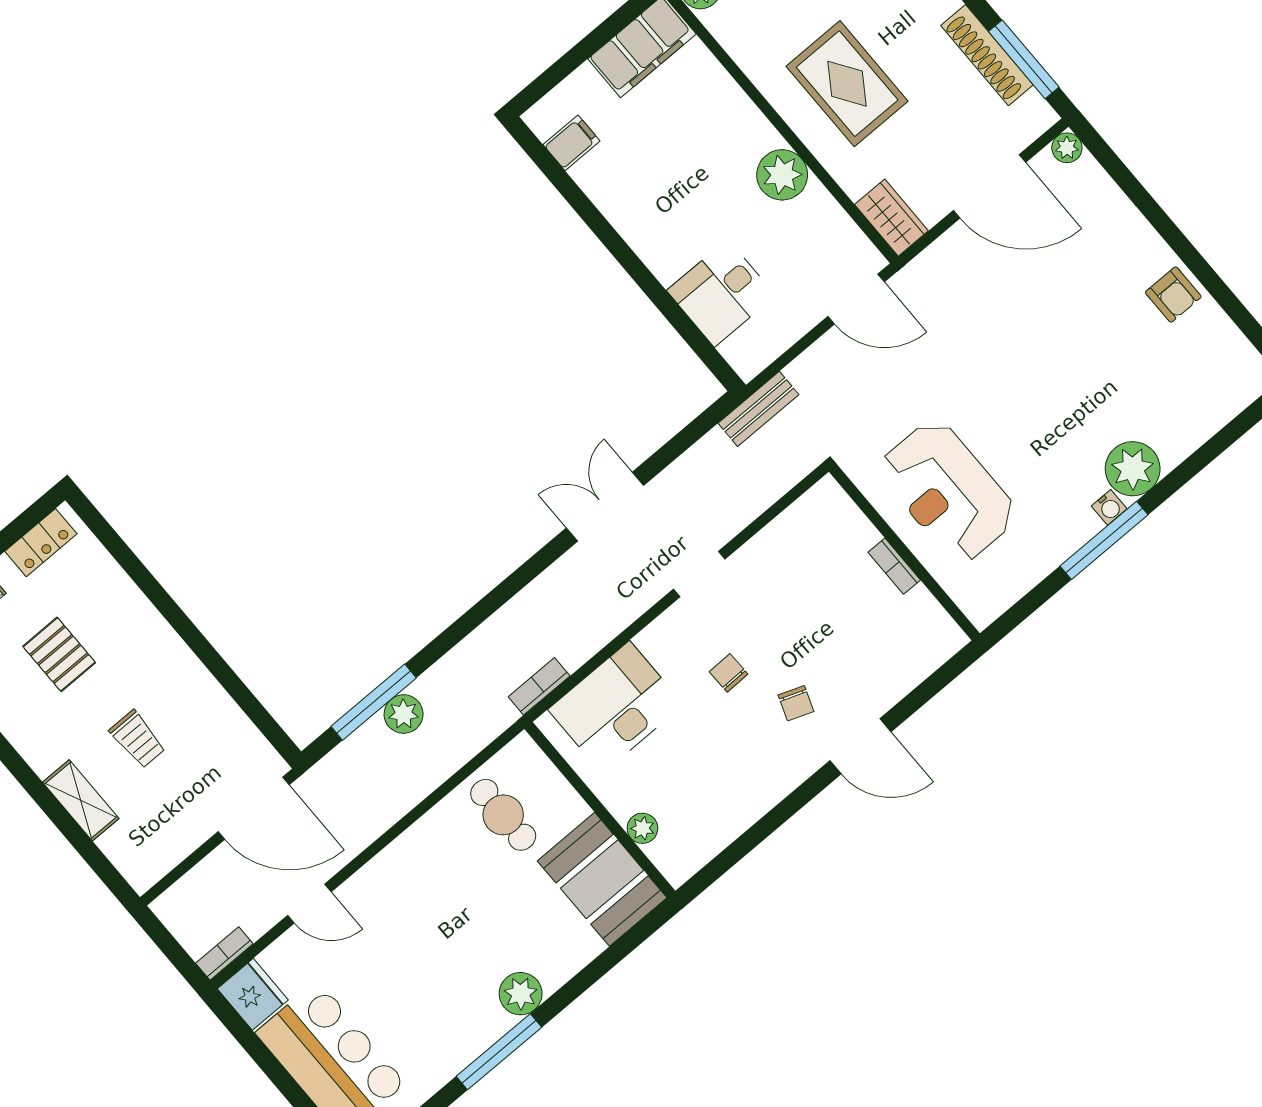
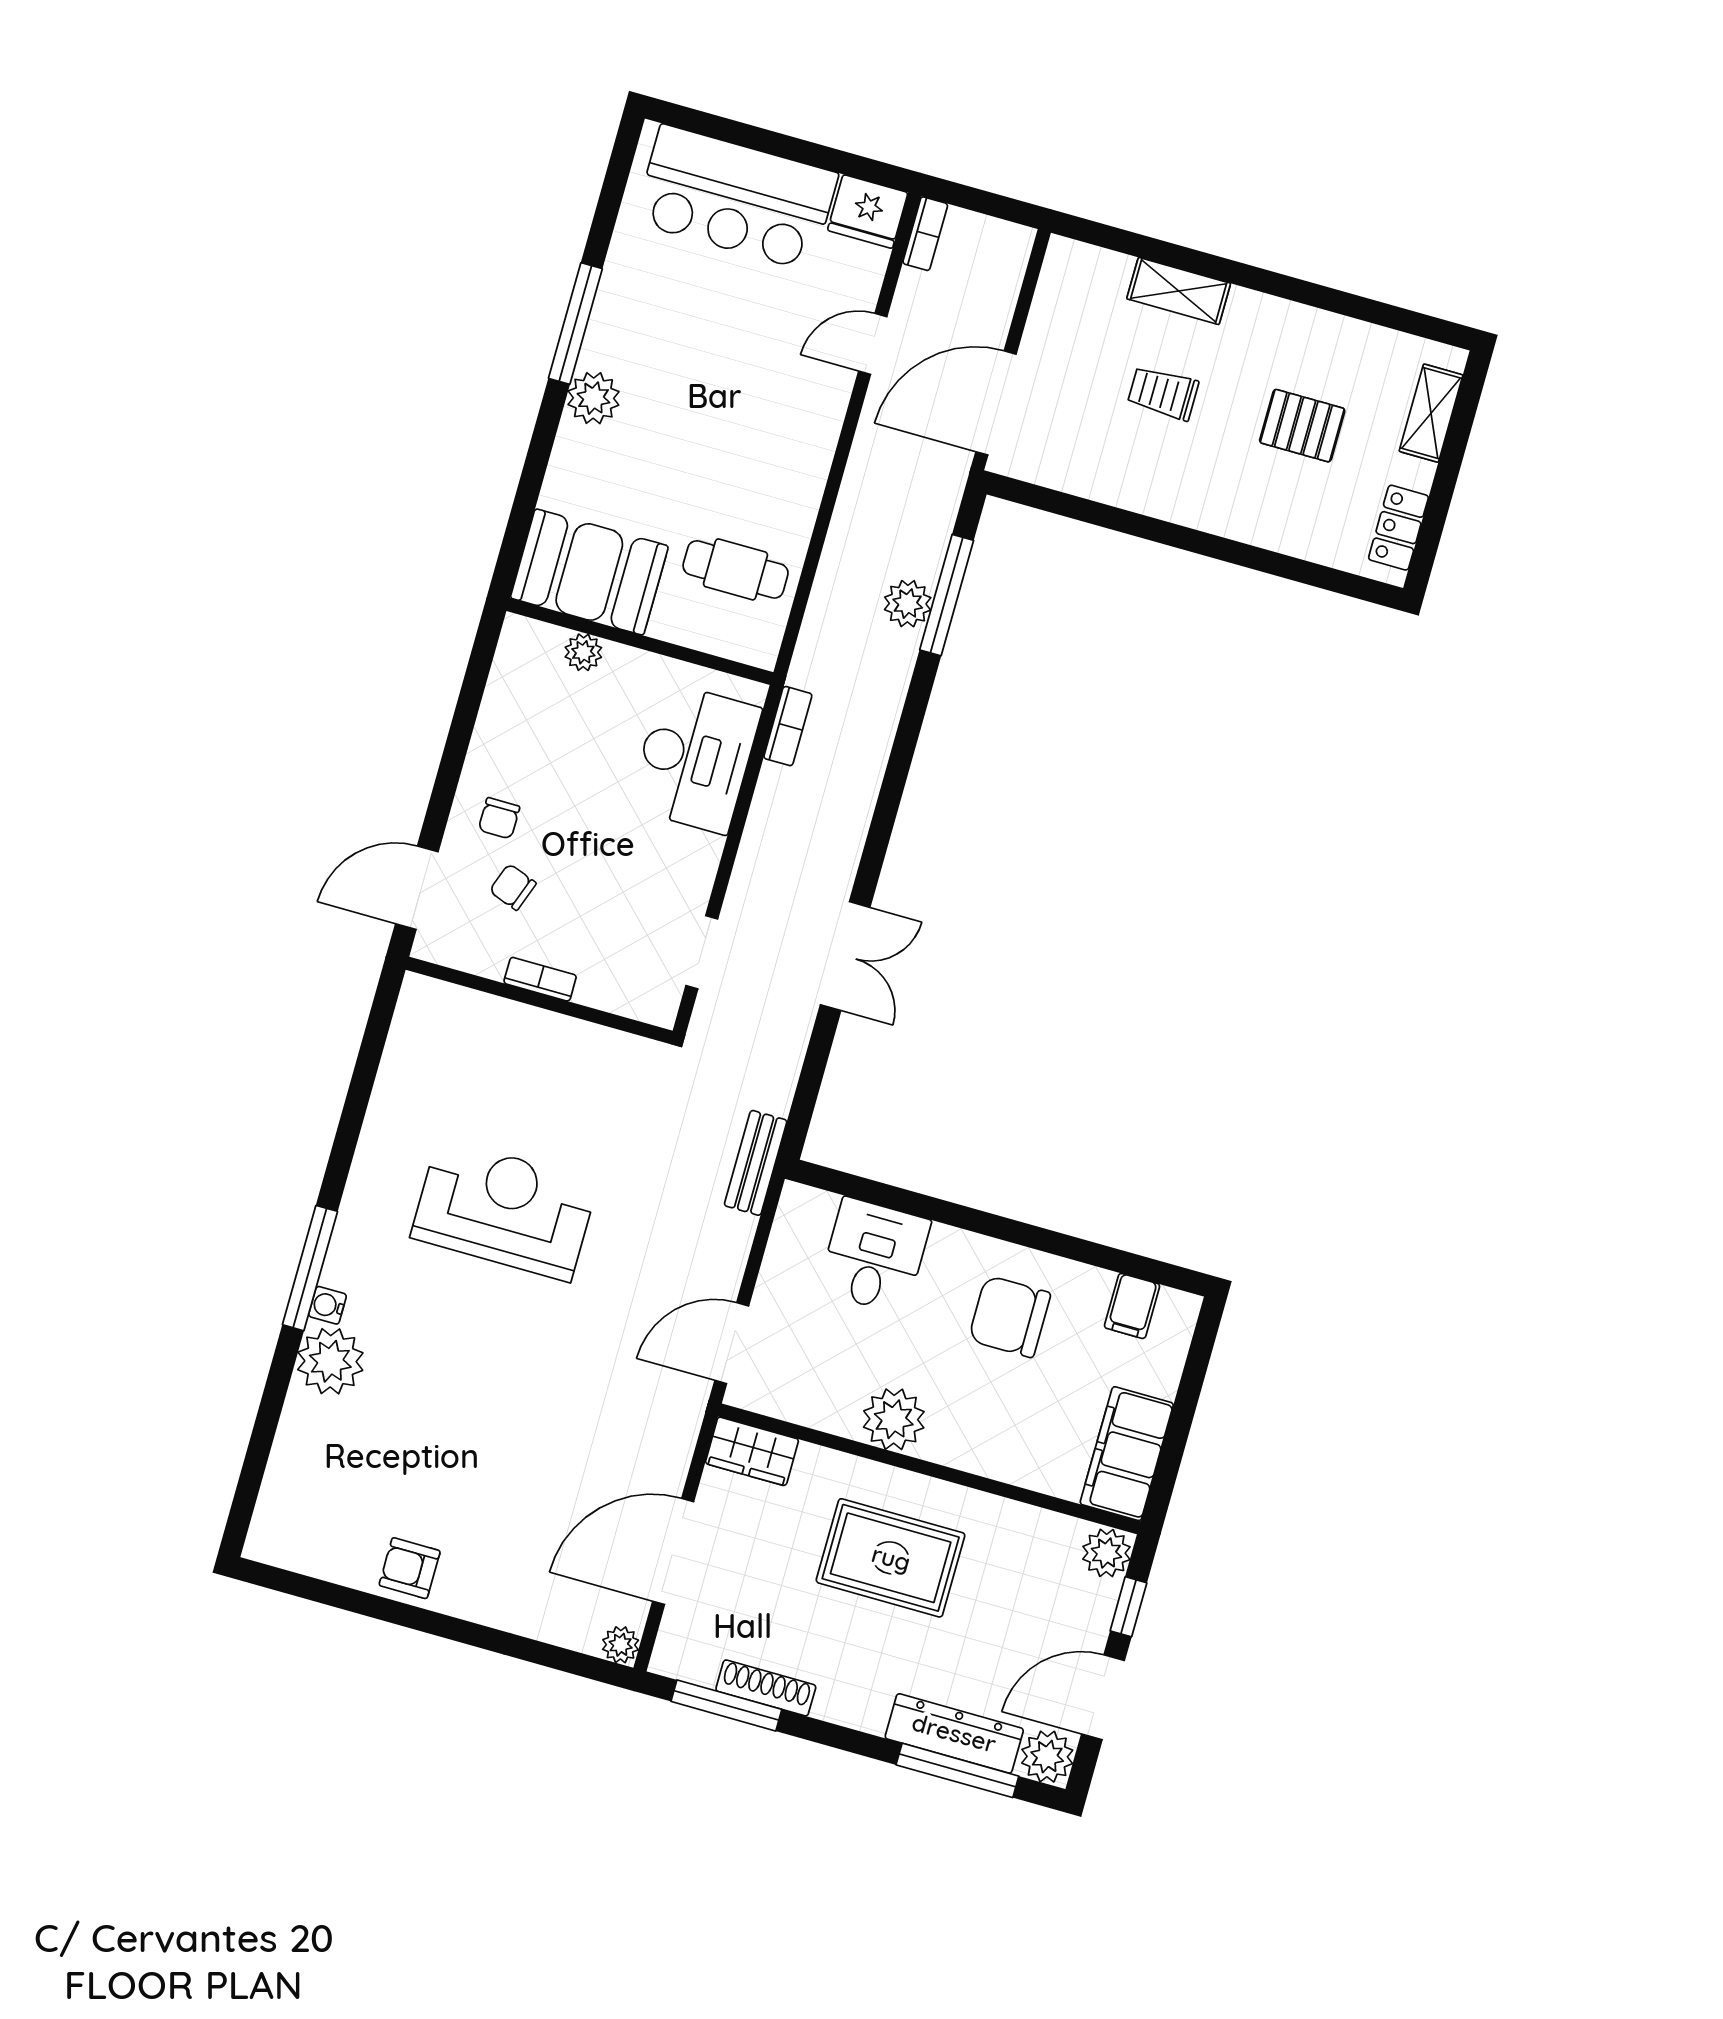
shoe rack: (987, 55) -> (766, 1688), width x0.74, depth x0.81
chair: (658, 191) -> (1010, 1317), added
wall: (904, 553) -> (539, 1000), moved
bookcase: (894, 566) -> (540, 979), moved
chair: (729, 673) -> (499, 818), moved, turned 91

